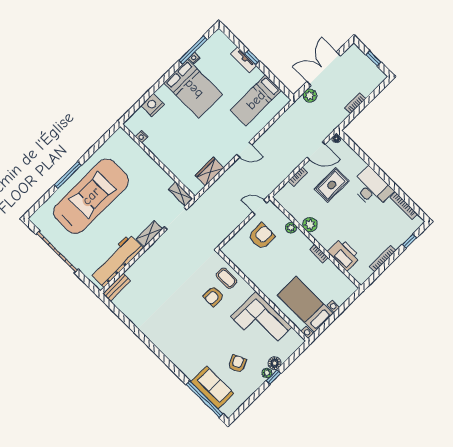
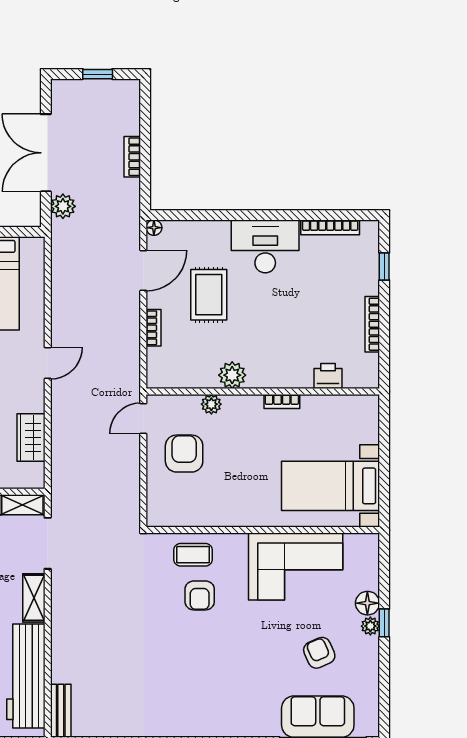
printer: (344, 255) -> (328, 376), width x0.53, depth x0.68

